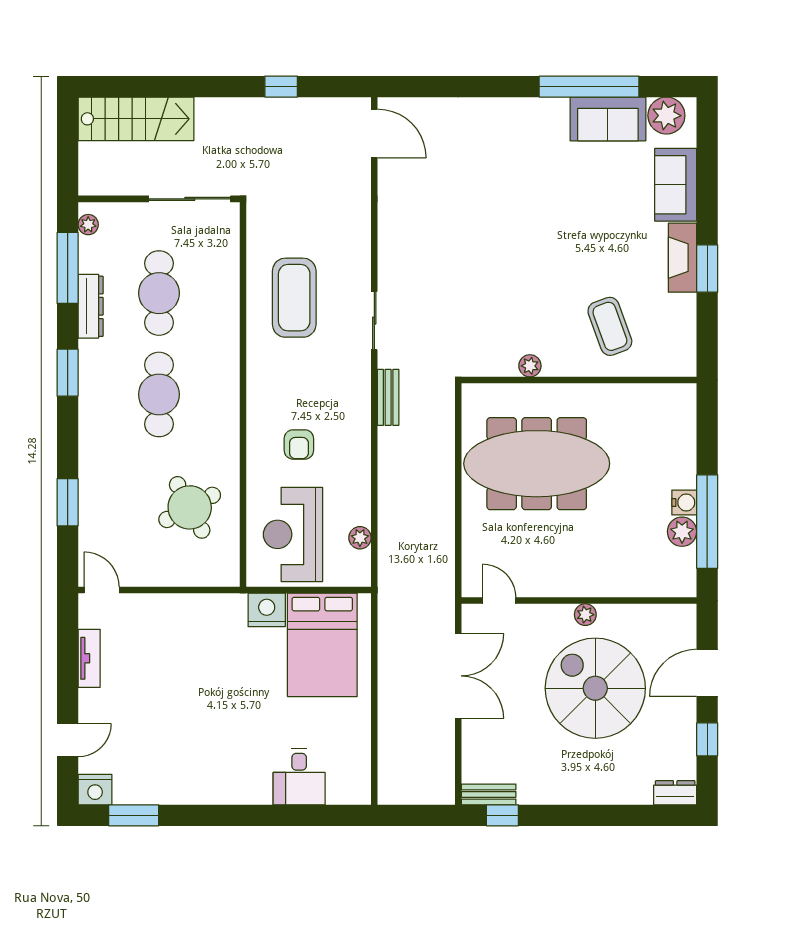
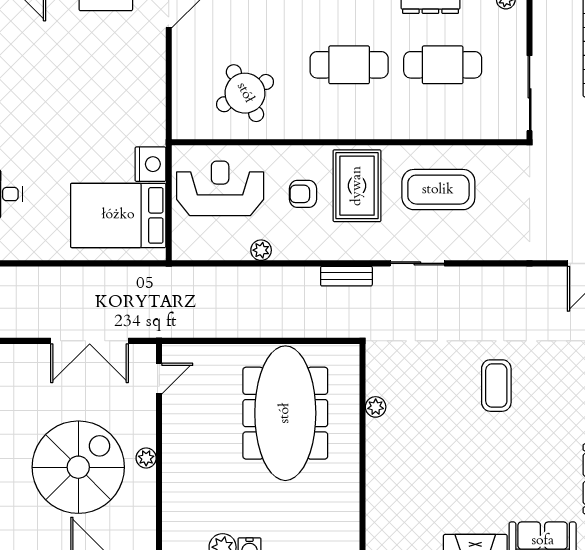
coffee table: (610, 326) -> (496, 386), moved, turned -70
rug: (290, 386) -> (357, 186), added
plant: (360, 538) -> (261, 250), moved

